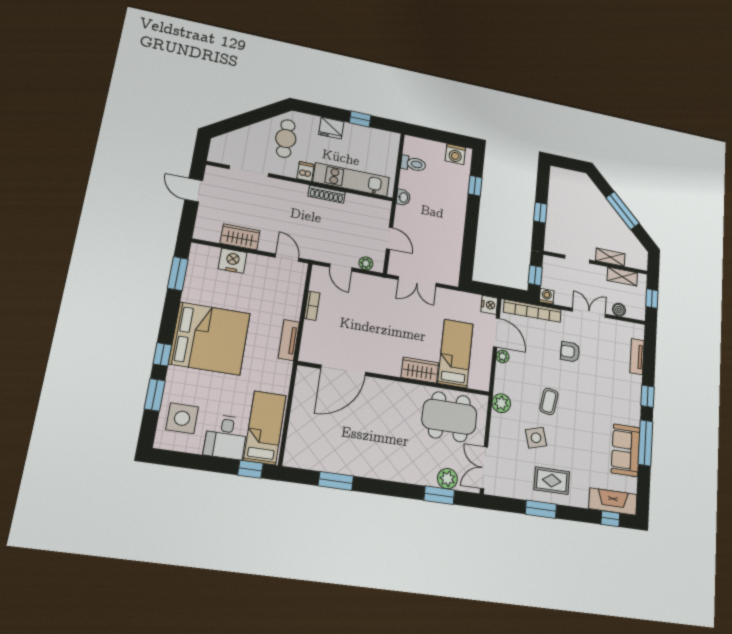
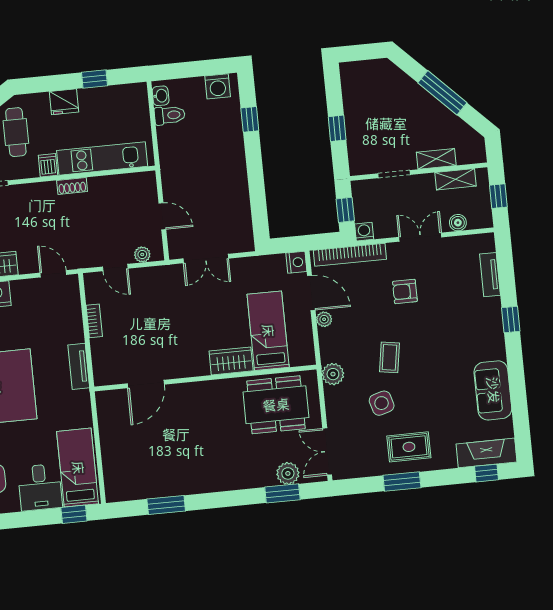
shoe rack: (327, 194) -> (72, 186), width x0.70
washbasin: (403, 197) -> (161, 96), moved
door: (343, 370) -> (146, 384), width x0.73
window: (645, 443) -> (516, 376), removed

